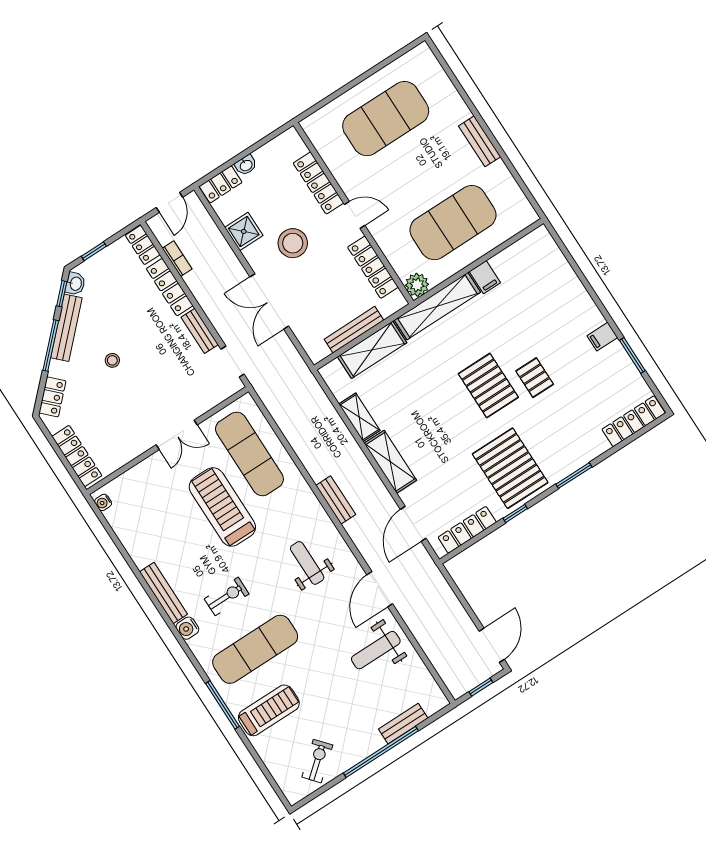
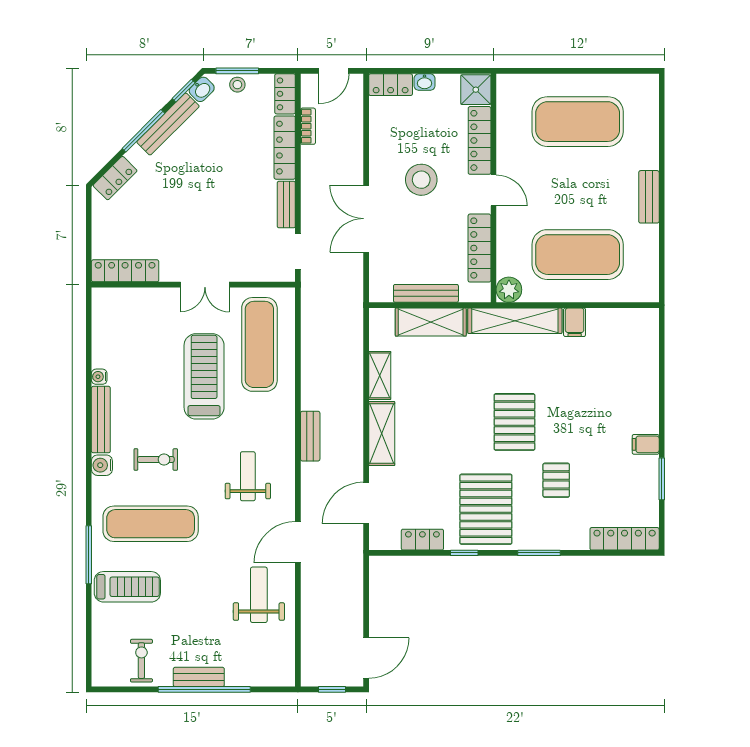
shower: (244, 231) -> (476, 90), moved
window: (94, 251) -> (237, 71), width x1.50
stool: (112, 360) -> (237, 85), moved
pallet: (535, 378) -> (556, 480), moved
locker: (77, 456) -> (125, 271), moved, turned -90
water cooler: (103, 502) -> (99, 377), moved
locker: (467, 530) -> (422, 540), width x0.66
weight bench: (376, 650) -> (259, 595), turned 90
bench: (403, 724) -> (199, 677), moved
exercise bike: (317, 761) -> (141, 661), turned -50

